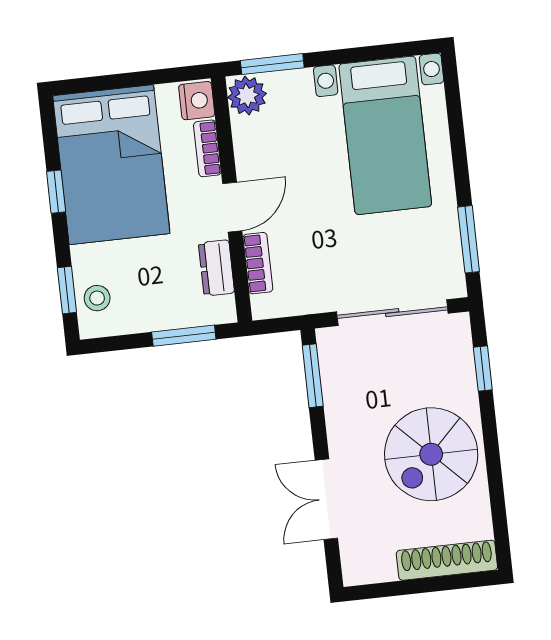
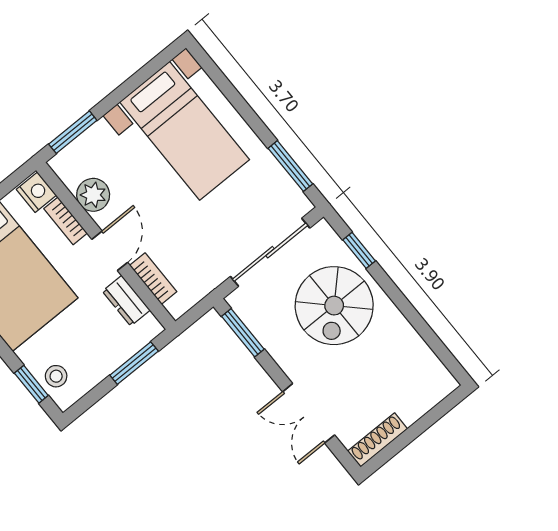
plant: (247, 96) -> (93, 195), moved
spiral stairs: (431, 454) -> (334, 306), moved
shoe rack: (447, 560) -> (378, 440), moved, width x0.74, depth x0.81

